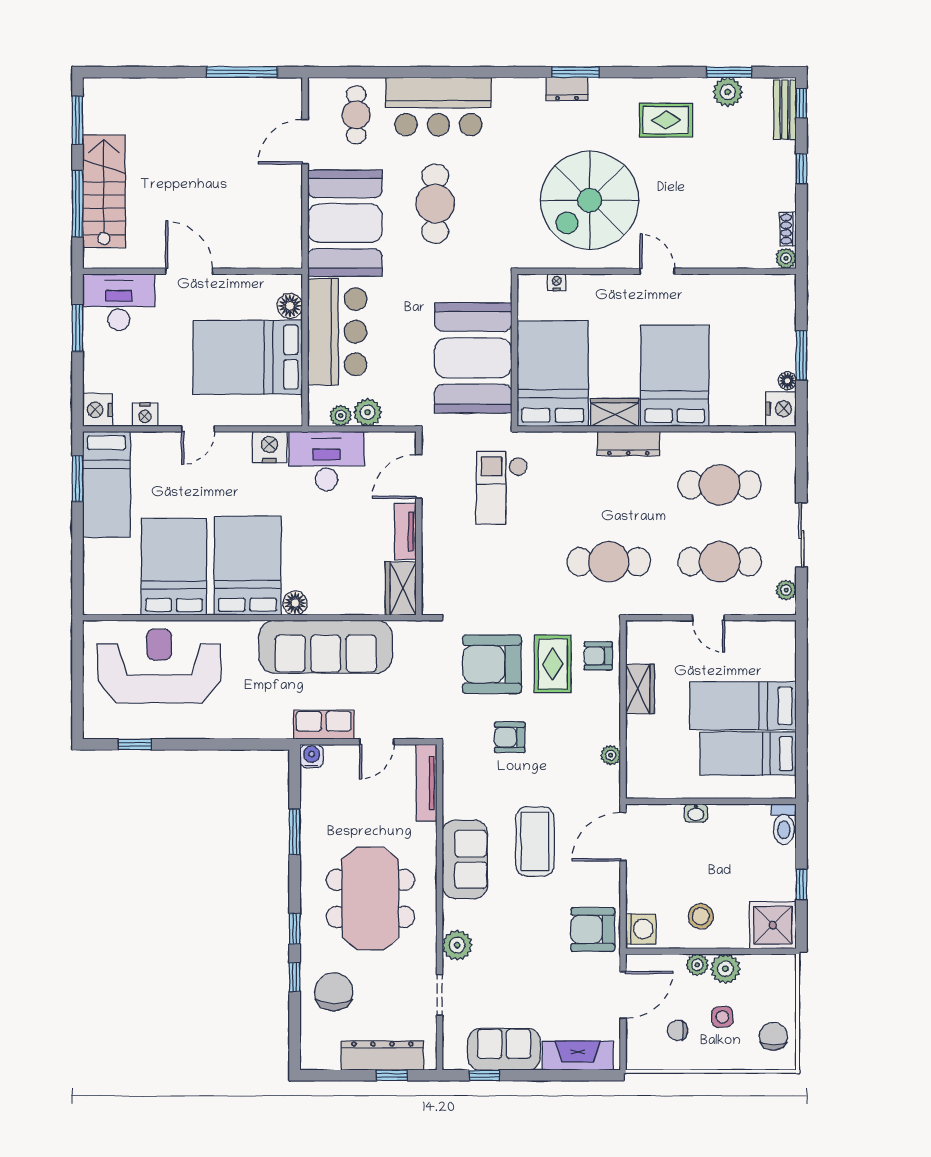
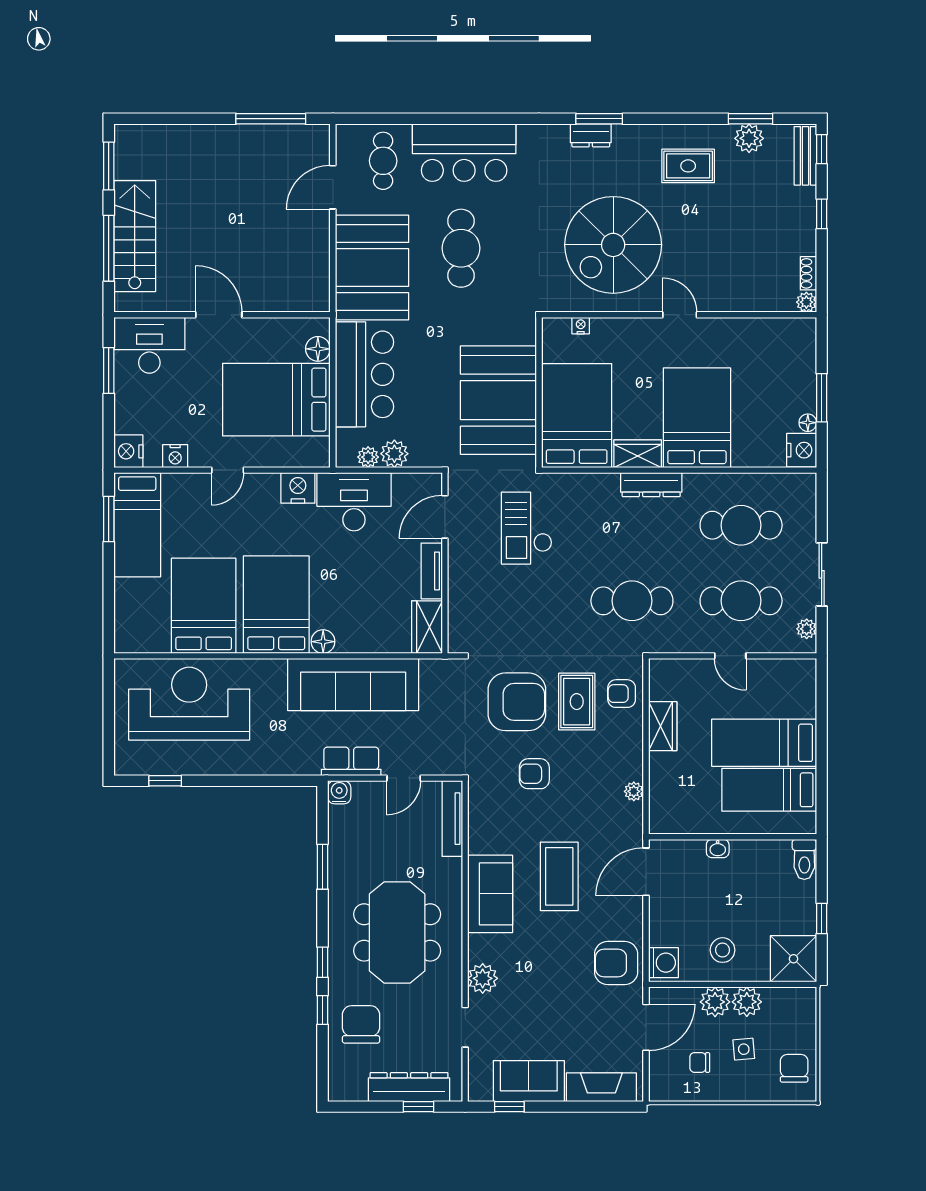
armchair: (492, 664) -> (517, 702), turned 180
plant: (697, 965) -> (715, 1002), width x1.38, depth x1.38

